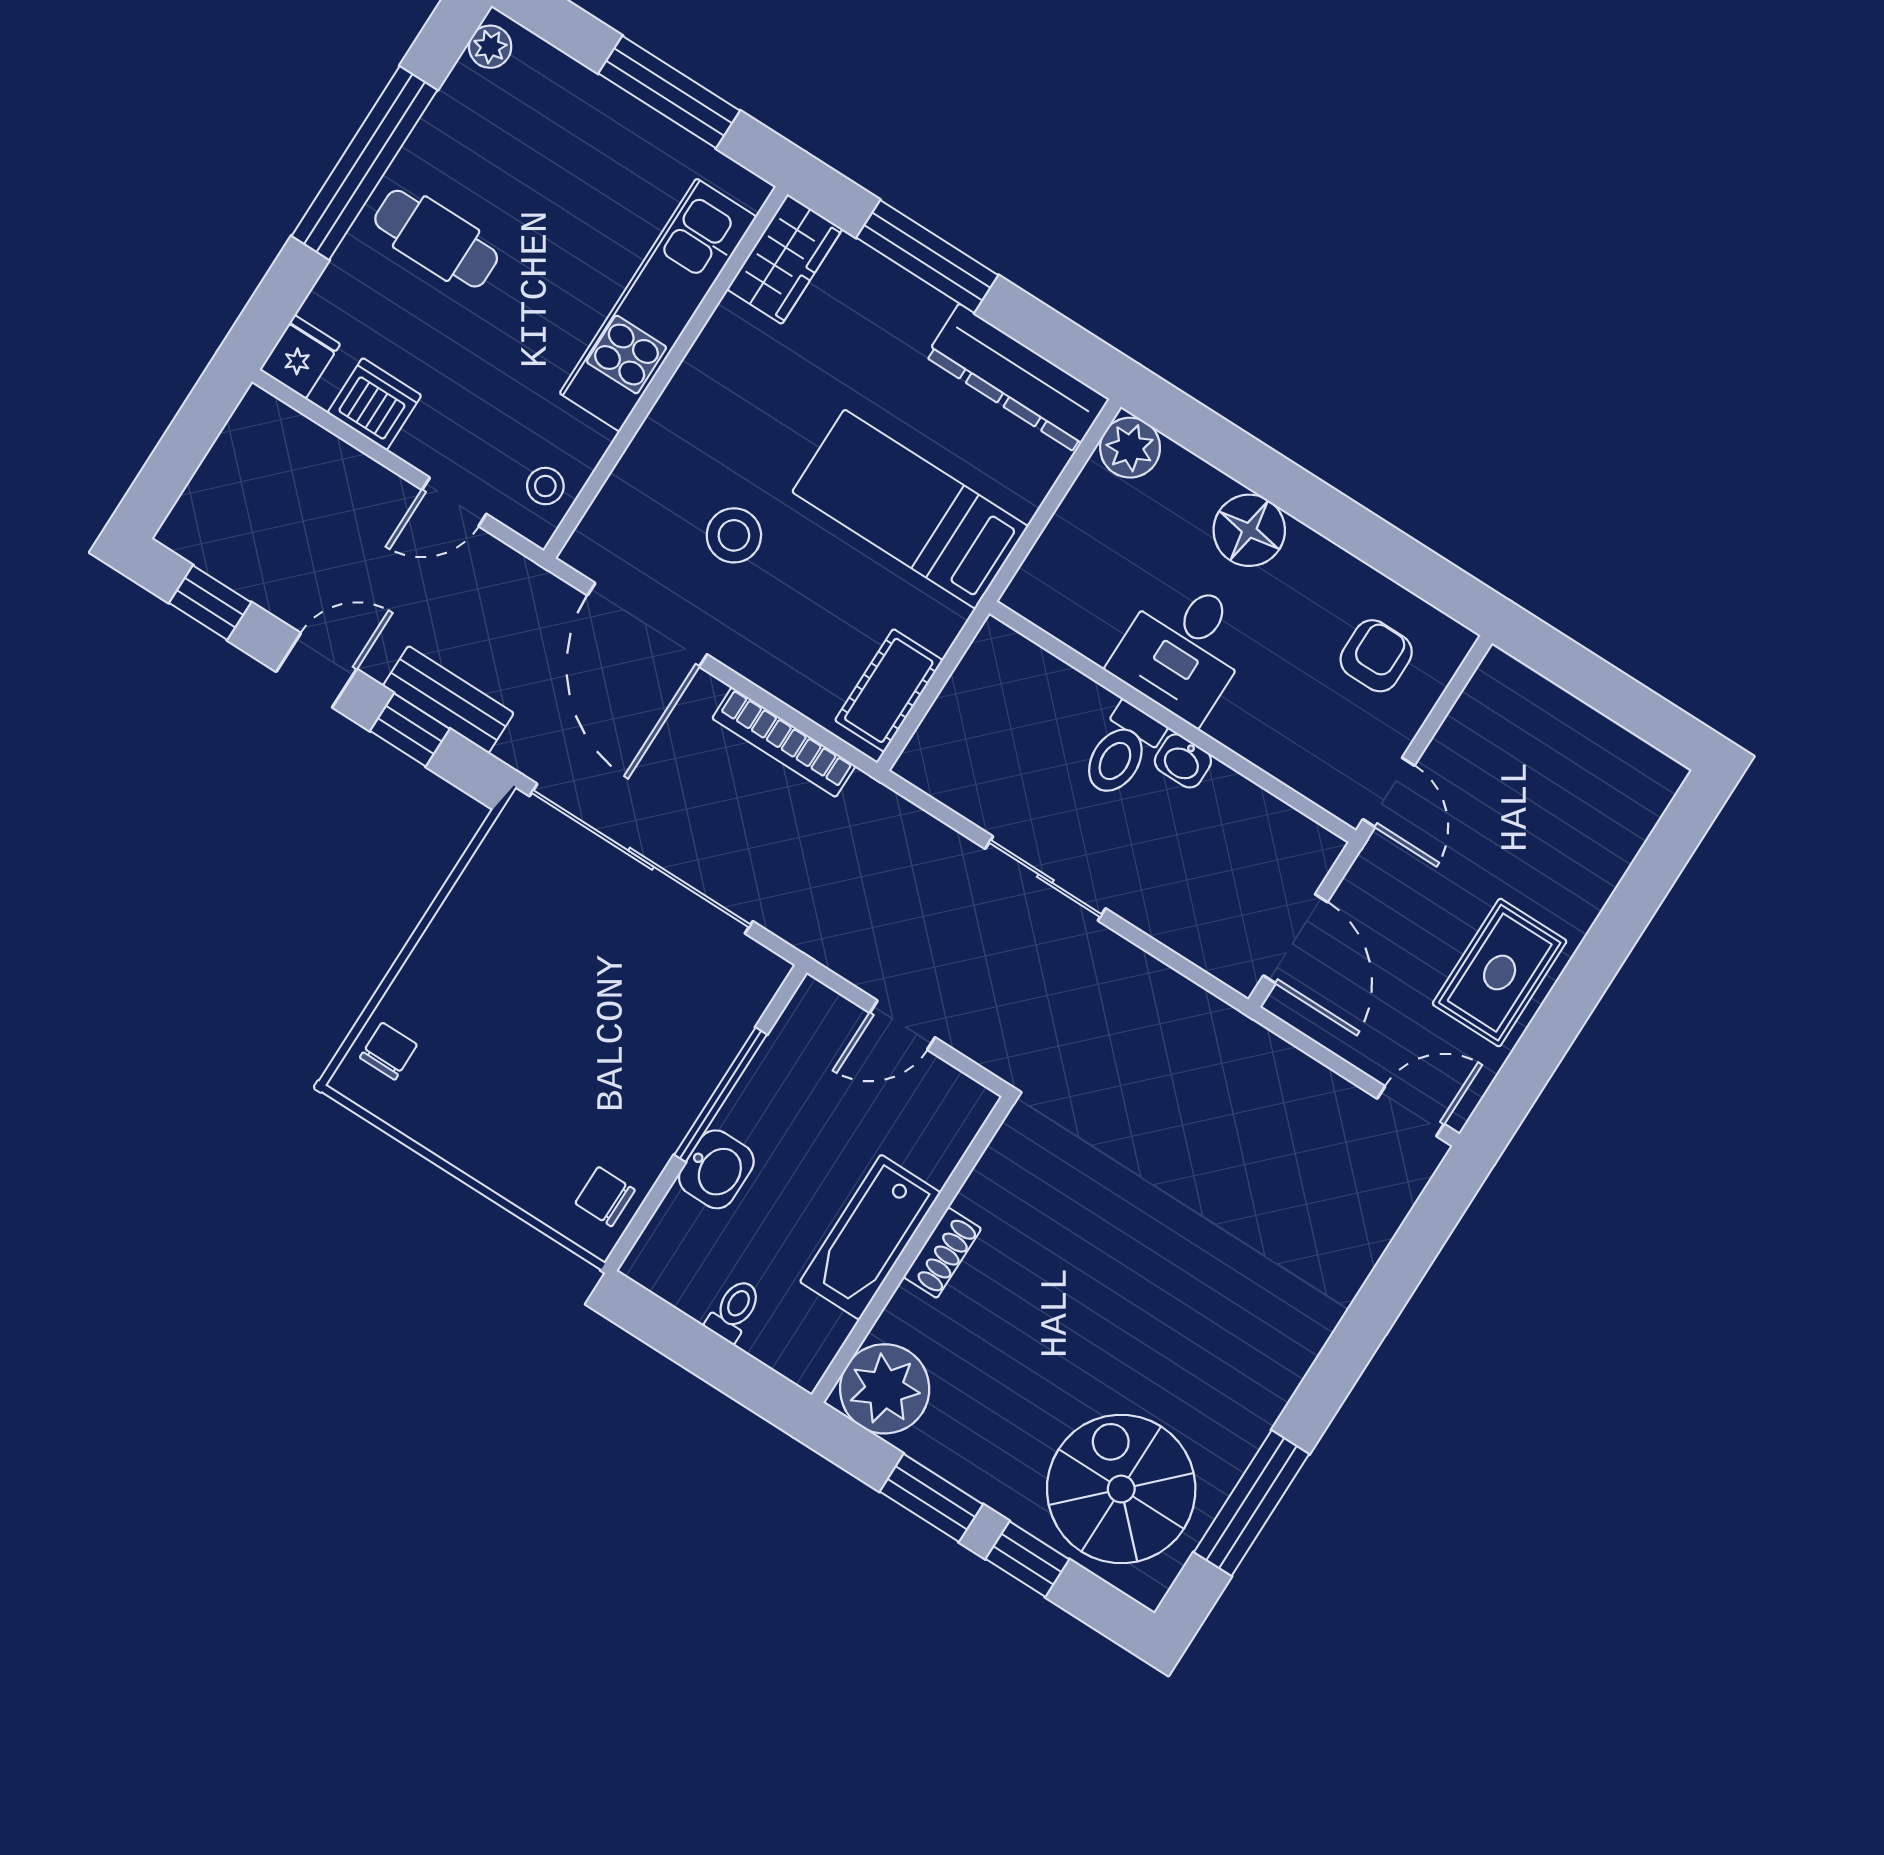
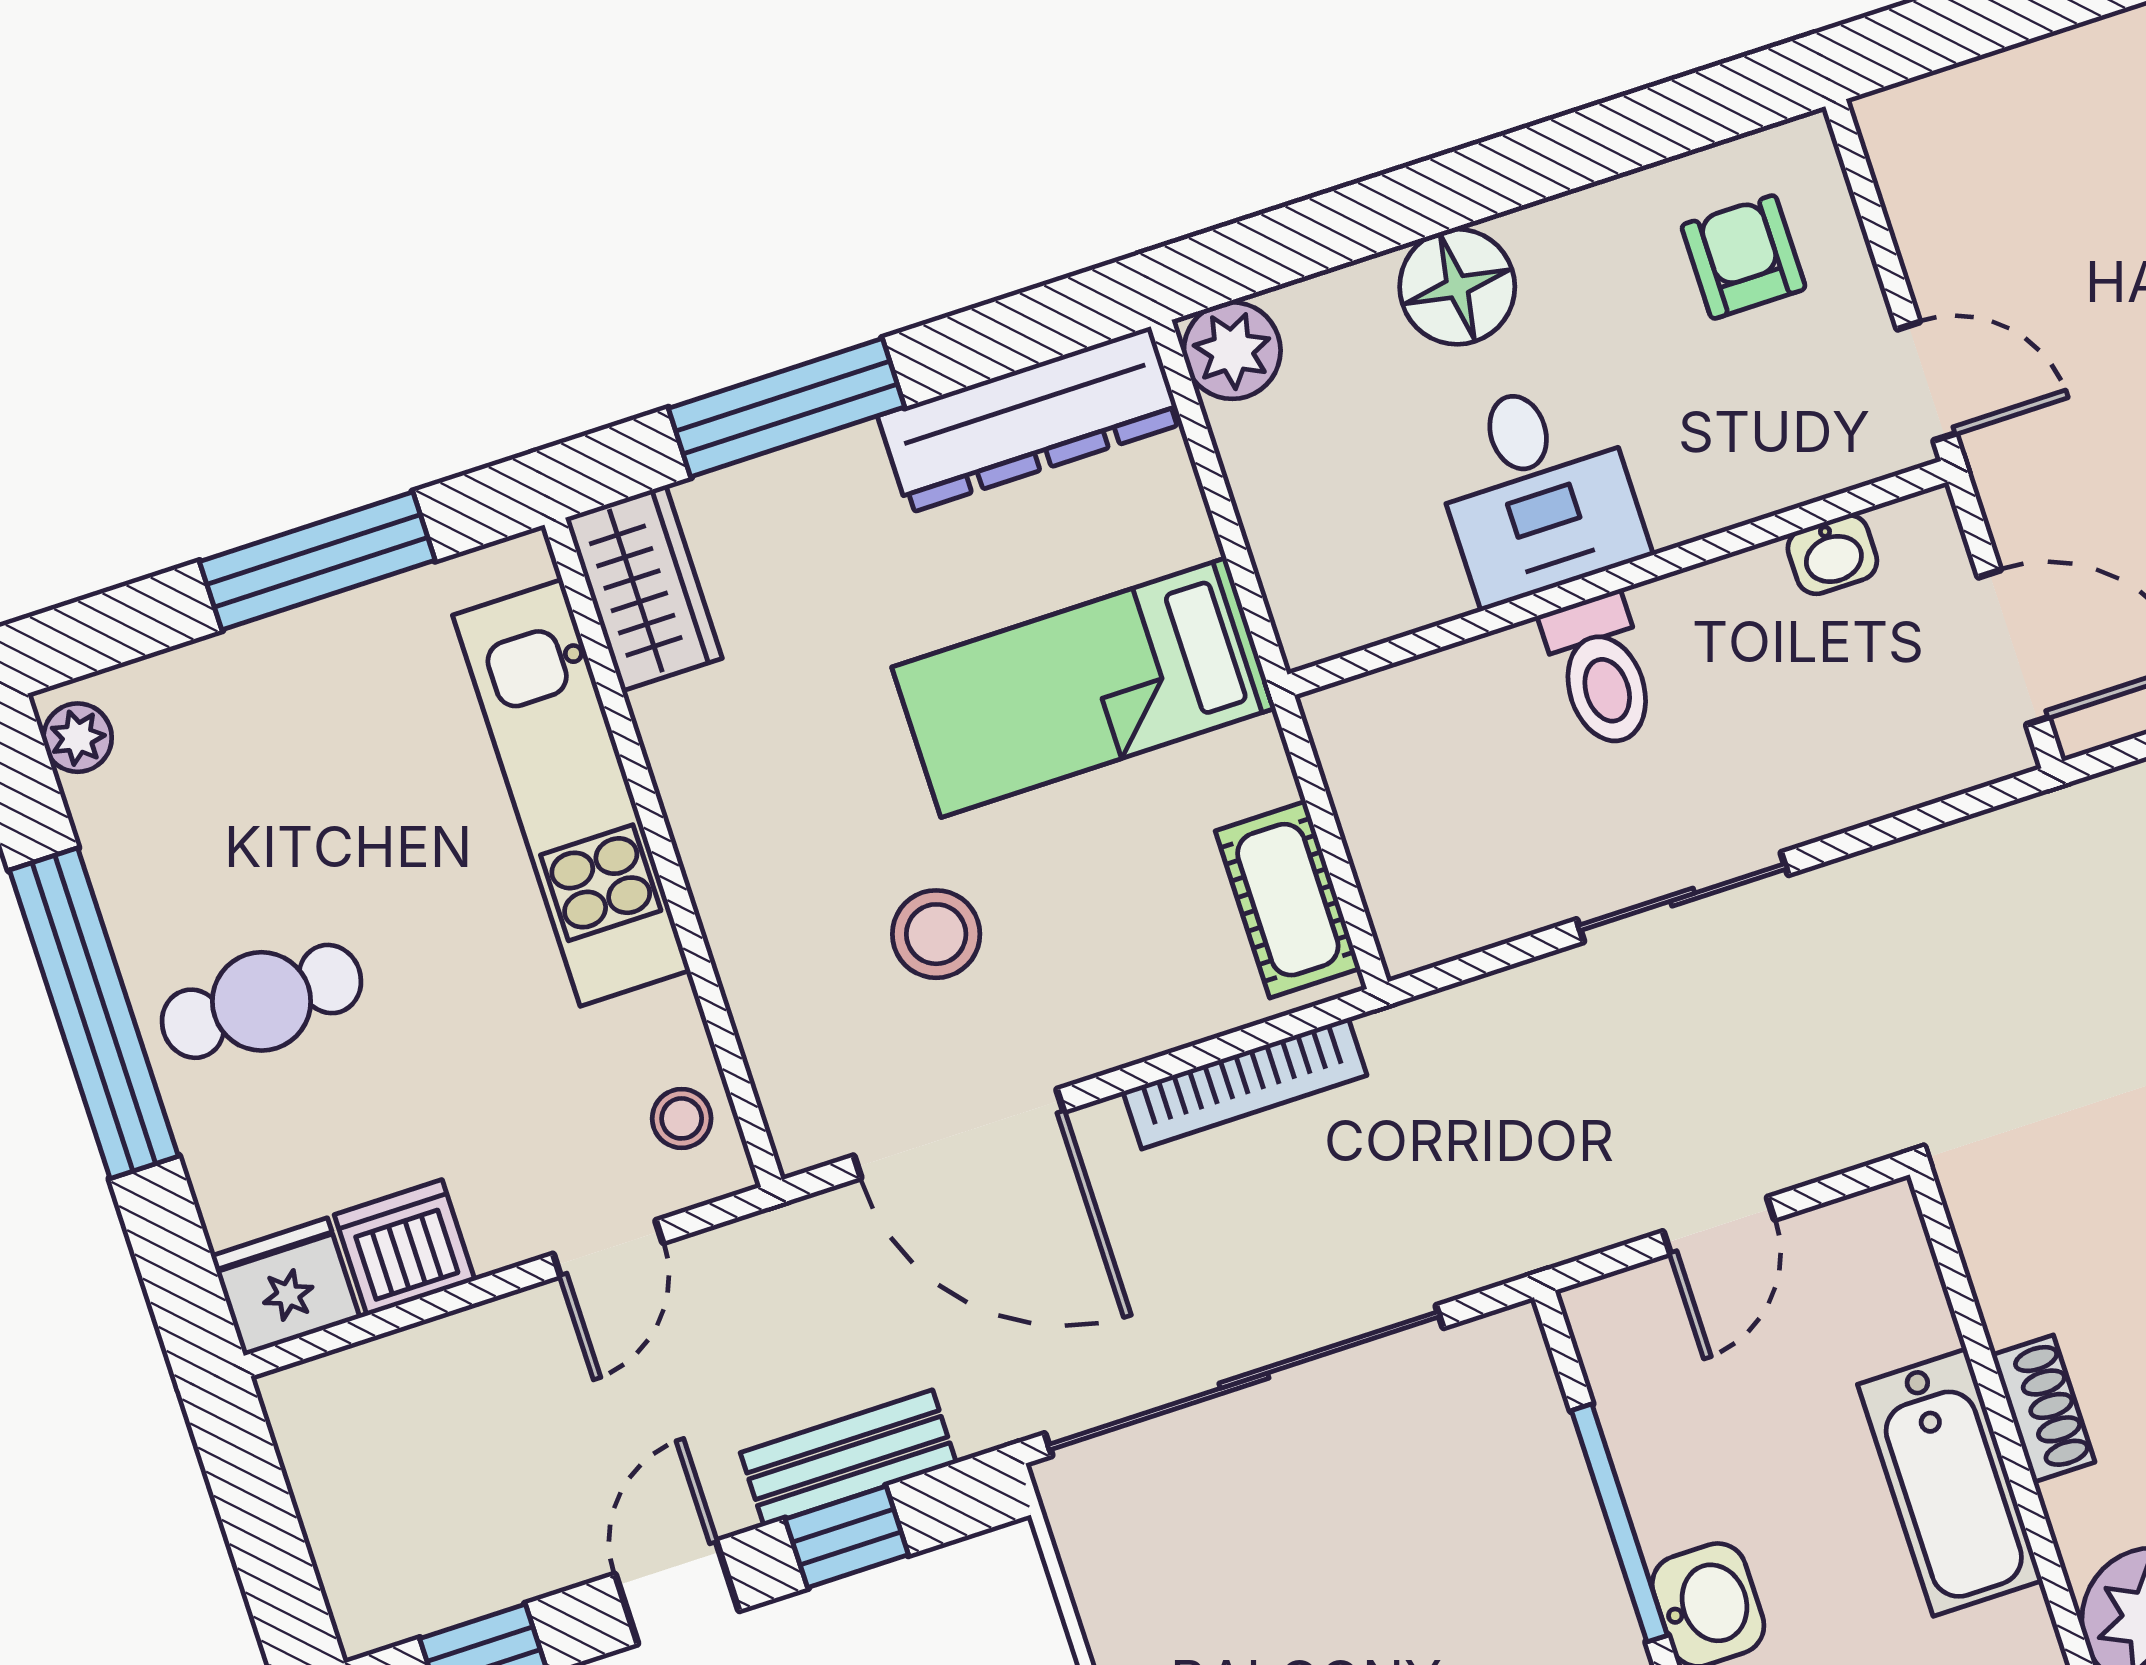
fridge: (300, 357) -> (286, 1287), width x1.38
washbasin: (1183, 761) -> (1832, 554), moved

